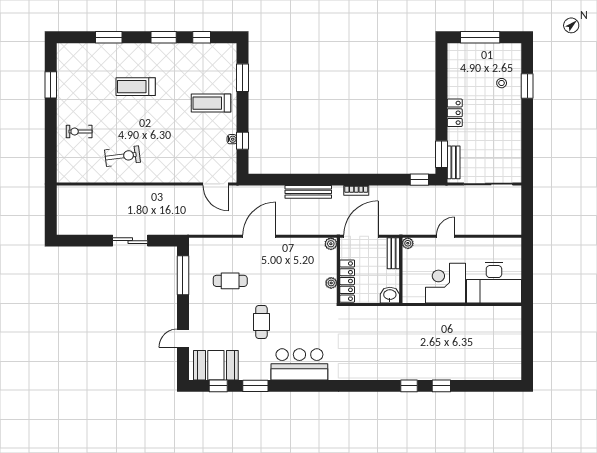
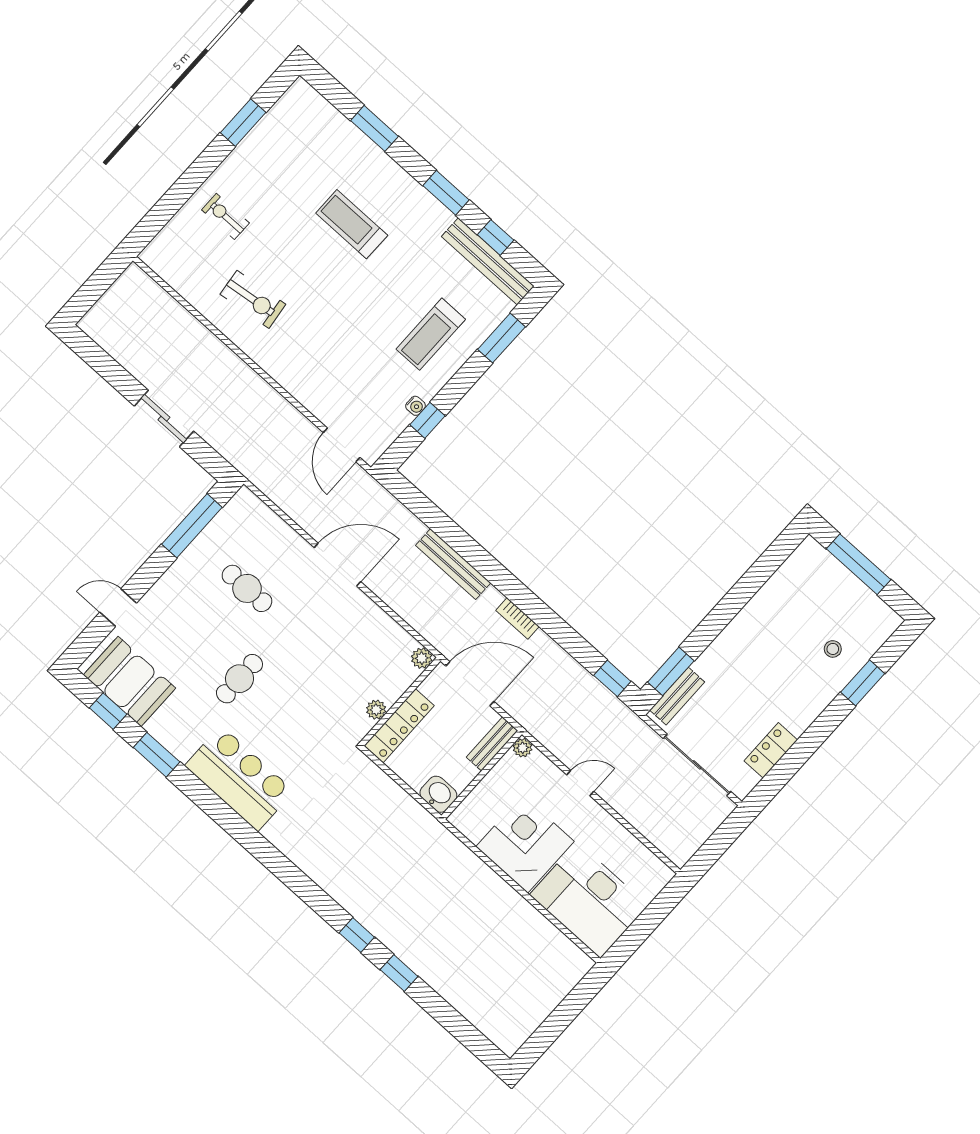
bench: (208, 50) -> (488, 261), added
treadmill: (211, 103) -> (431, 334), turned -90
locker: (455, 113) -> (771, 750), moved, turned 180

